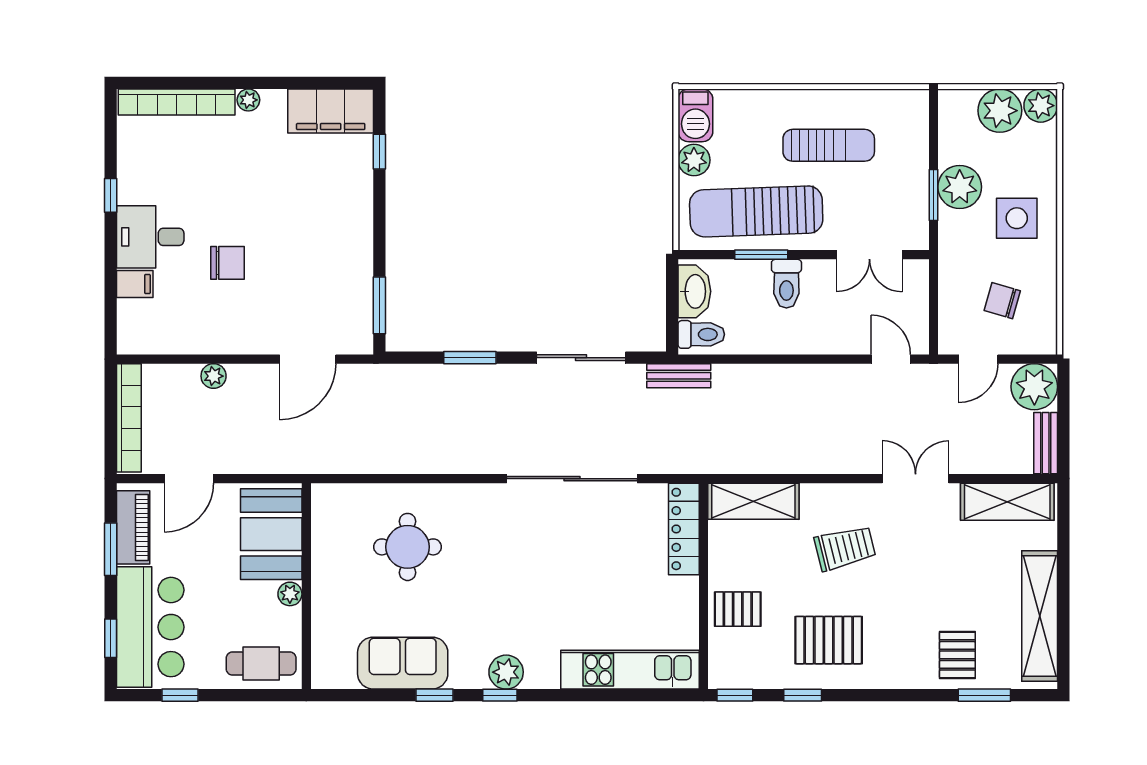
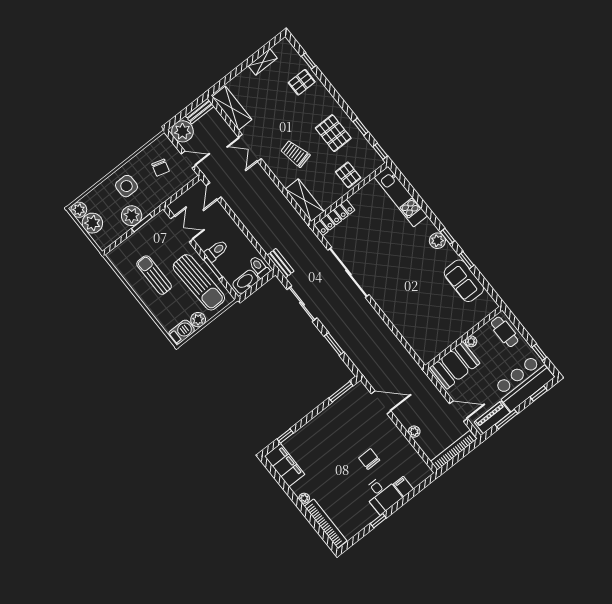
round table: (408, 547) -> (420, 312), removed
shelving: (1040, 616) -> (263, 62), width x0.45, depth x0.75
window: (984, 695) -> (308, 61), width x0.67

